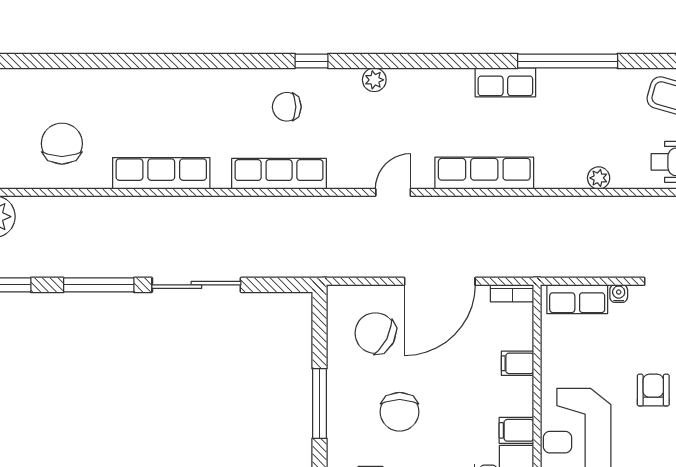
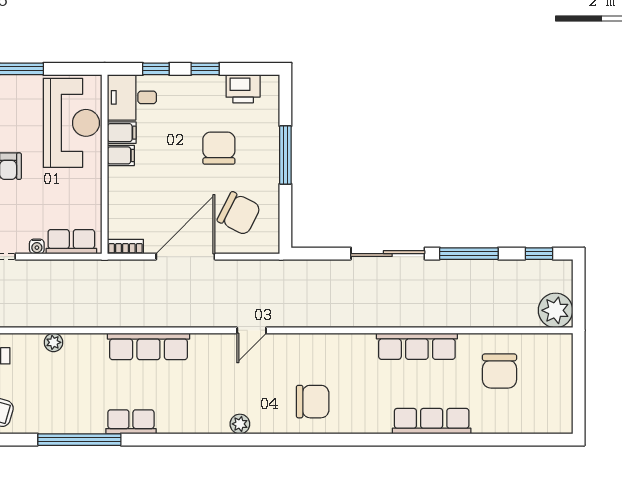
window: (311, 61) -> (292, 440), removed
chair: (287, 107) -> (313, 402), width x1.37, depth x1.37
row of seats: (279, 174) -> (432, 421), moved, turned 180
door: (393, 192) -> (252, 330), moved
filing cabinet: (518, 363) -> (121, 155), moved

